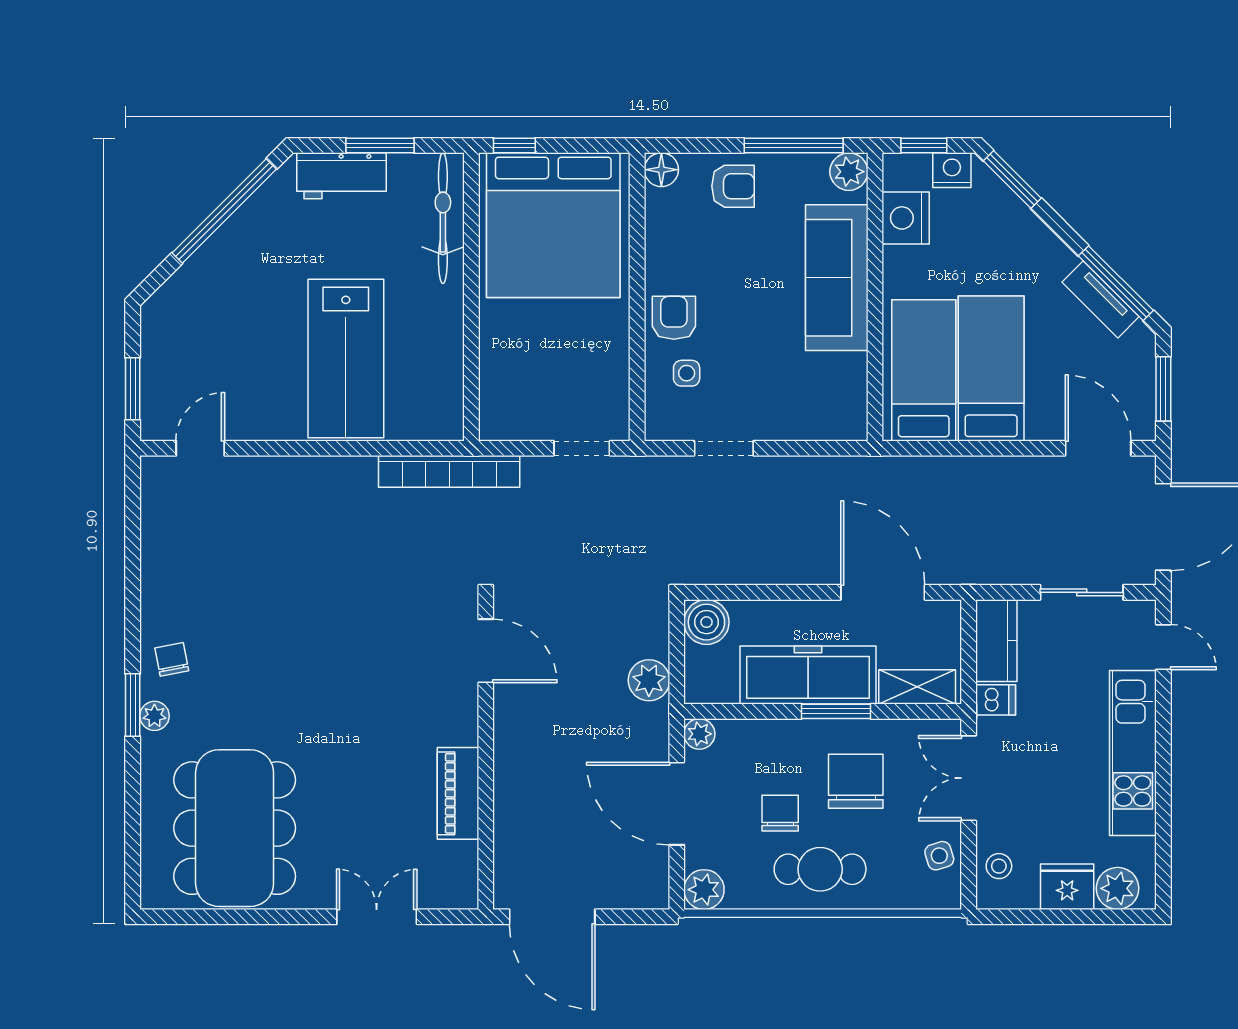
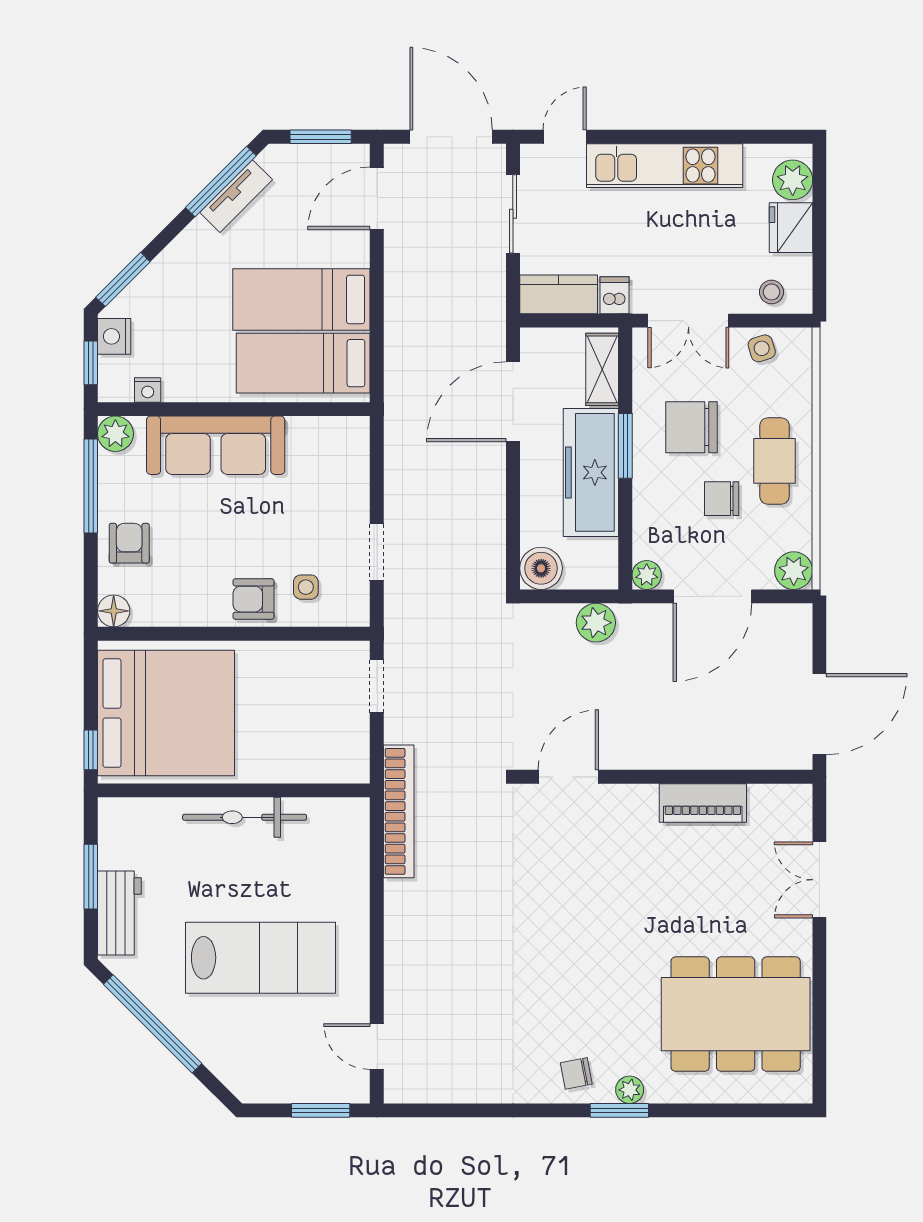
bicycle: (443, 218) -> (245, 817), moved
nightstand: (906, 218) -> (148, 390), width x0.53, depth x0.56
lab bench: (346, 359) -> (260, 958), moved

